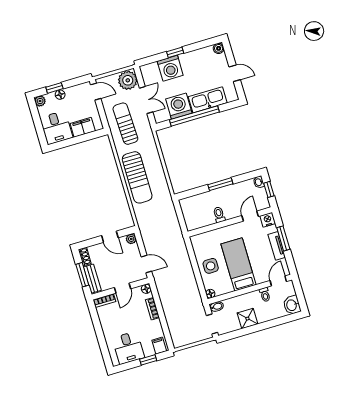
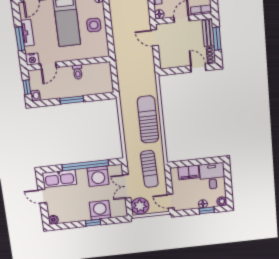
kitchen sink: (208, 100) -> (59, 179), moved
door: (110, 237) -> (198, 68), moved
plant: (131, 239) -> (164, 64), removed

